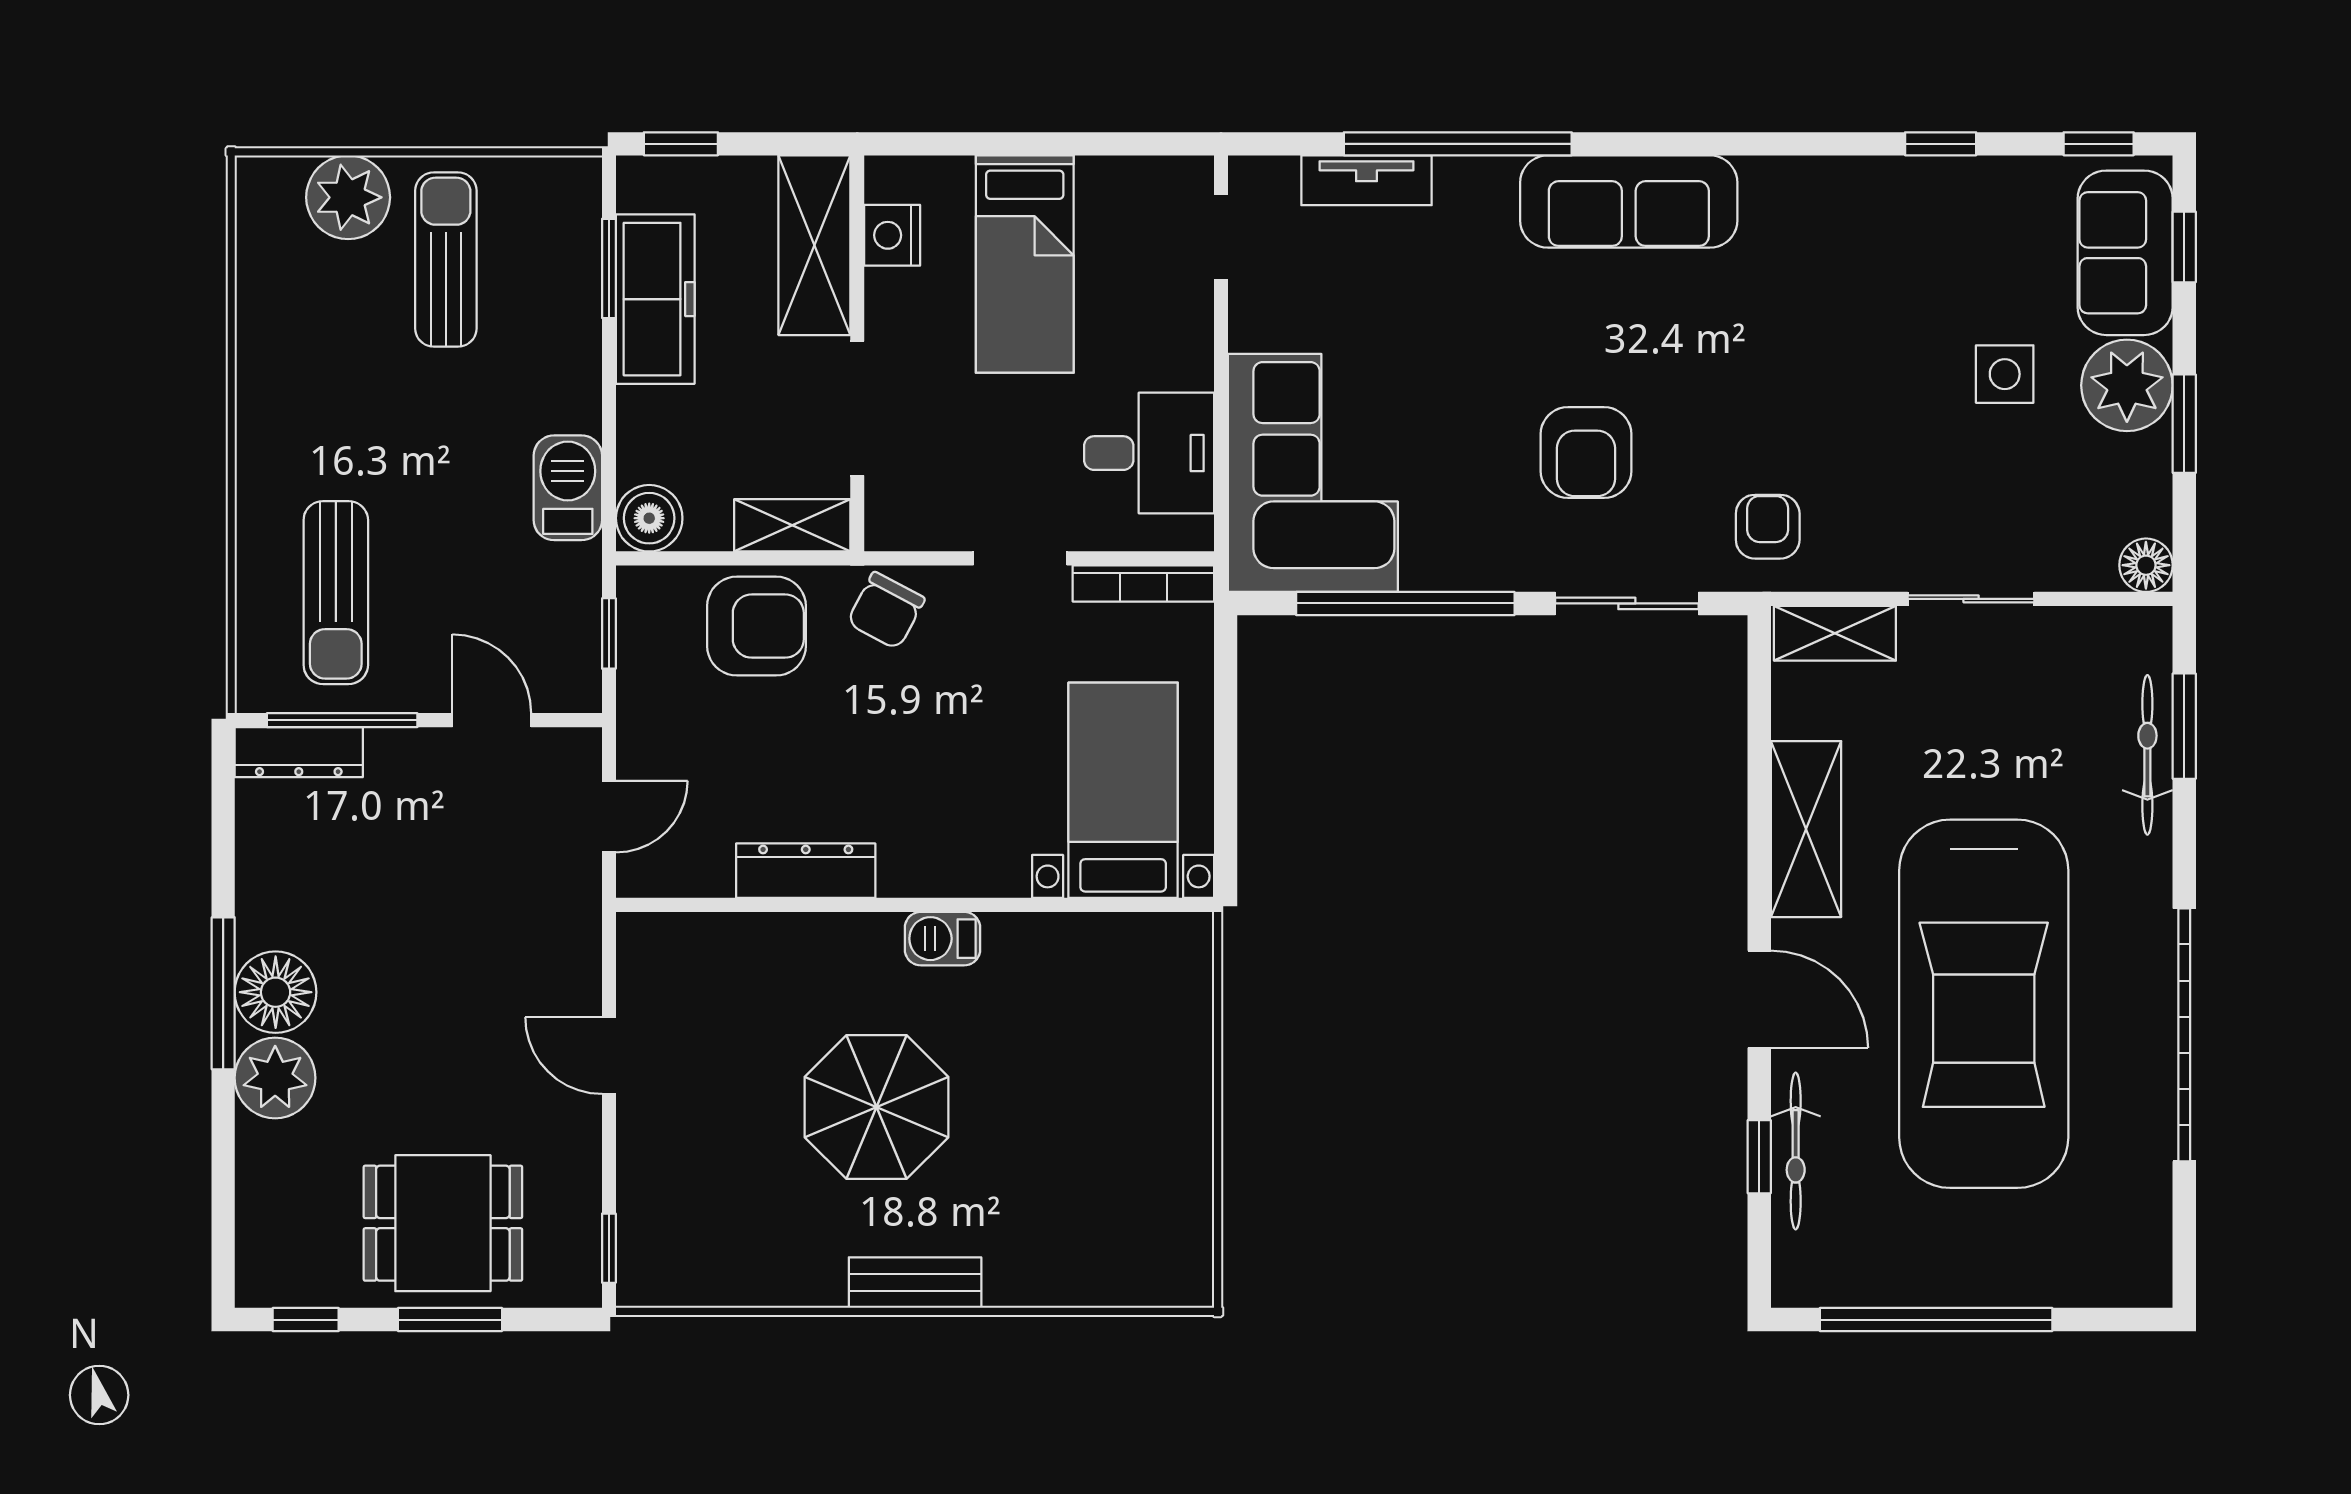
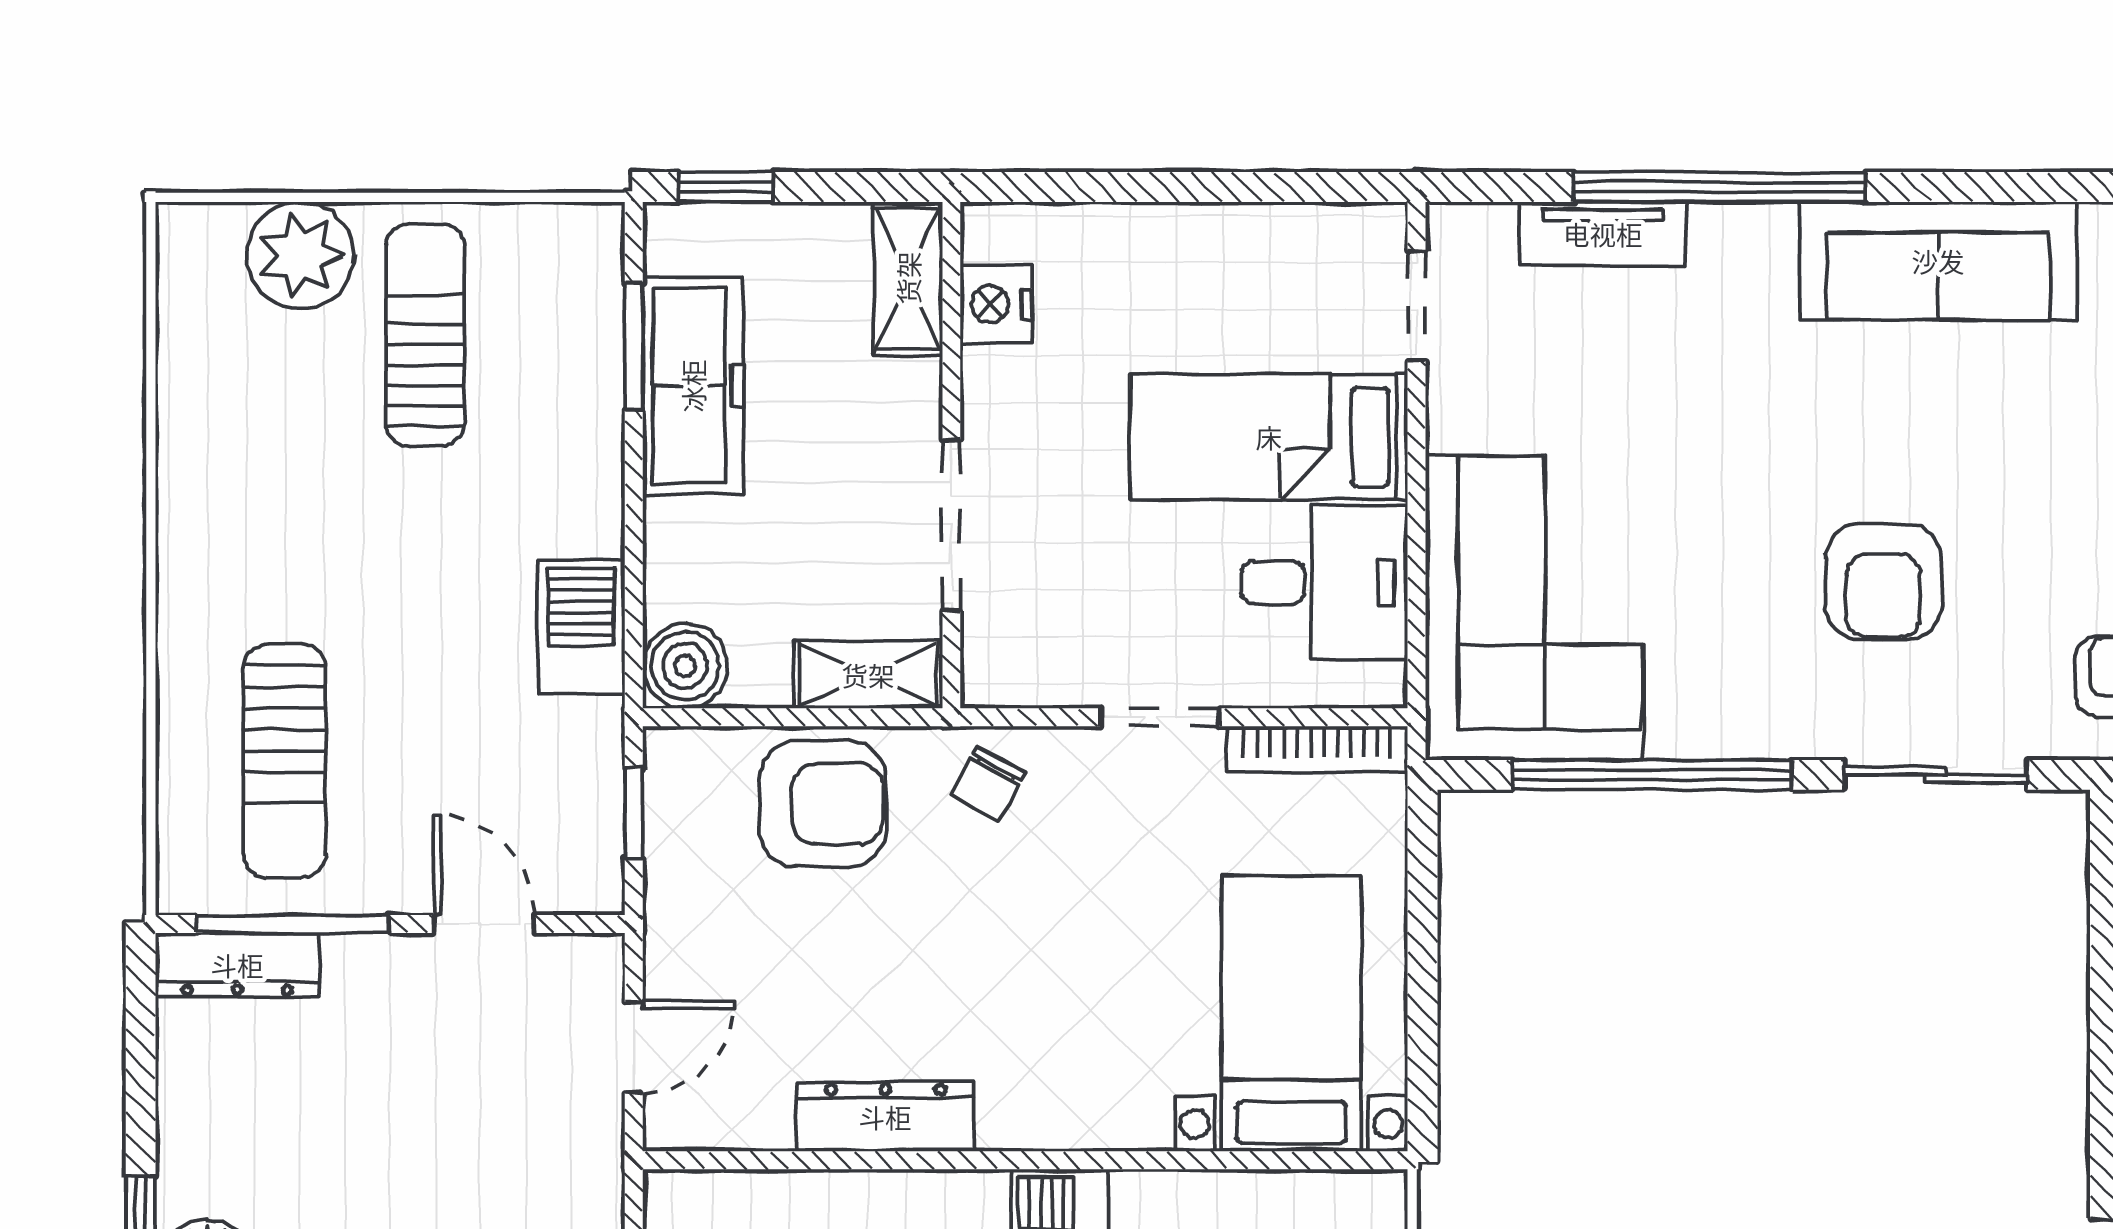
shelving: (814, 245) -> (908, 278), width x0.67, depth x0.75
bed: (1025, 264) -> (1269, 437), moved, turned 90
chair: (886, 611) -> (988, 784), width x0.73, depth x0.73

